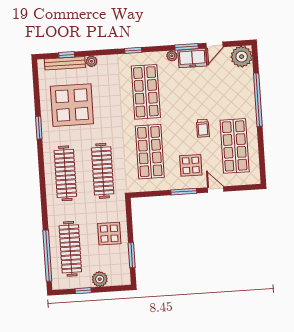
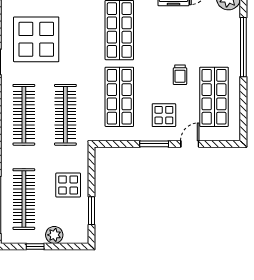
door: (216, 189) -> (190, 144), hinge flipped

